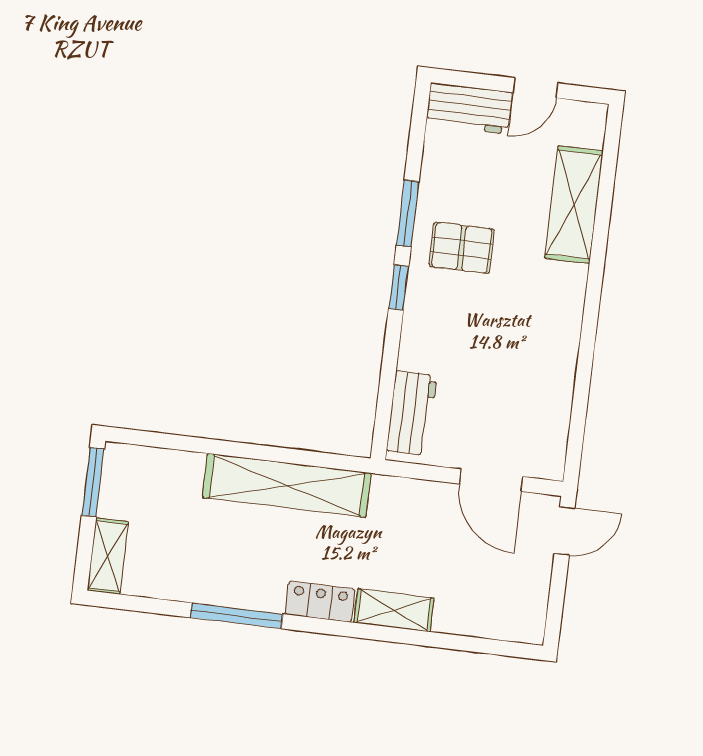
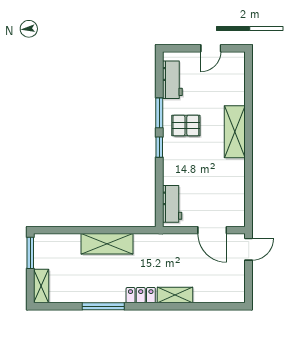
workbench: (469, 108) -> (172, 80), moved, turned -90
shelving: (574, 205) -> (235, 132), moved
shelving: (287, 485) -> (107, 244), width x0.68

